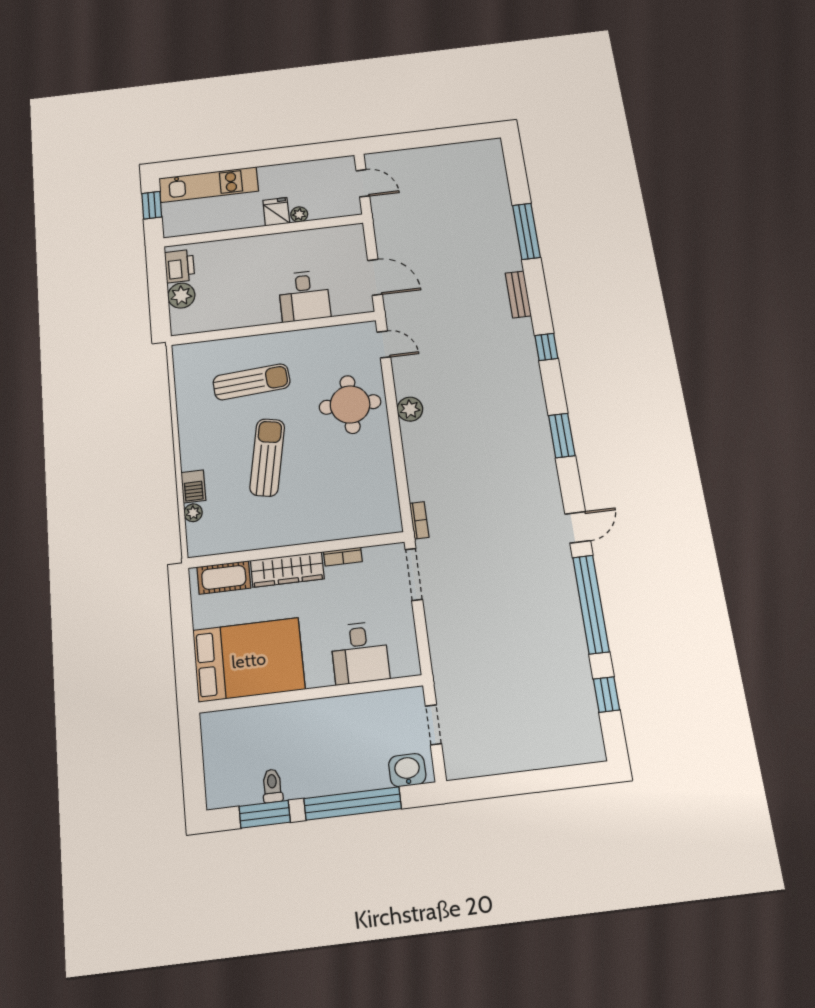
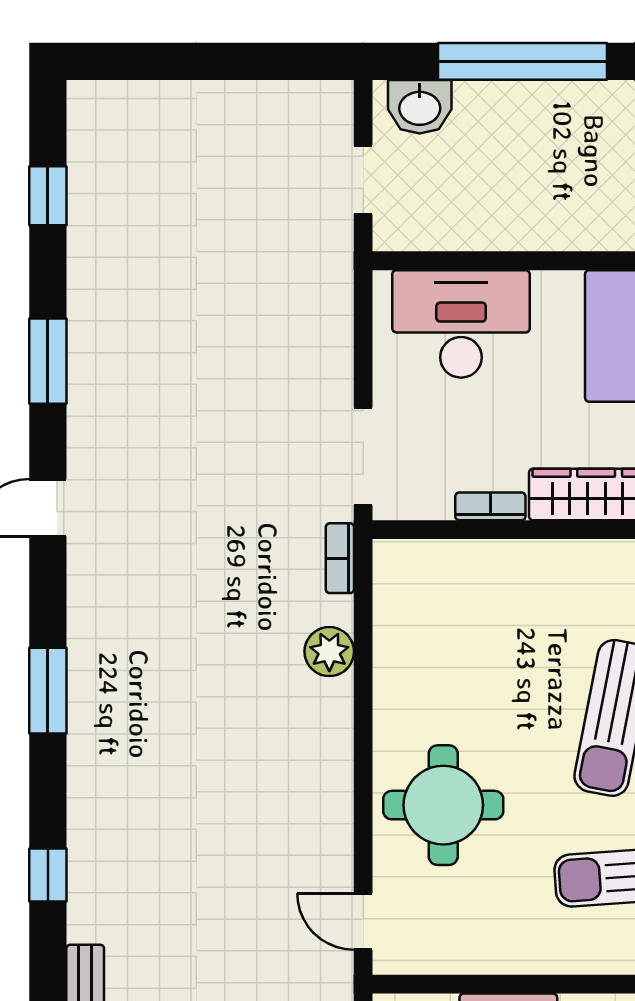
plant: (410, 409) -> (329, 652), moved
window: (591, 604) -> (48, 361), width x0.47
desk: (360, 653) -> (461, 324), width x1.37

